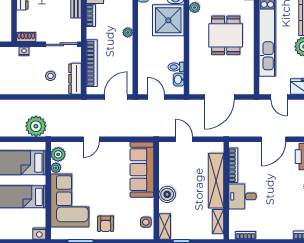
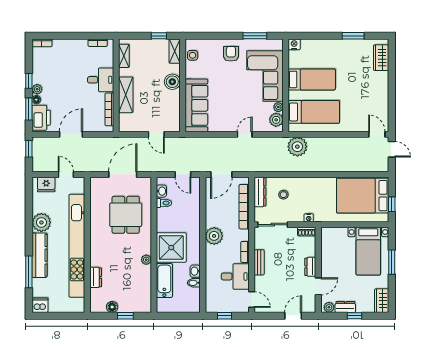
plant: (128, 32) -> (214, 236), width x1.88, depth x1.88
dining table: (226, 35) -> (126, 215), moved
shelving: (216, 181) -> (126, 95), width x0.68

